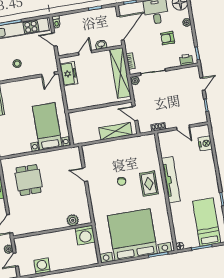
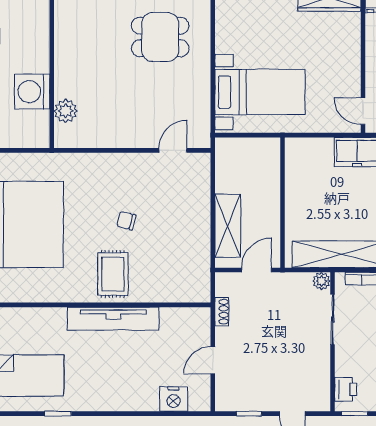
door: (85, 175) -> (173, 150), moved
rug: (149, 184) -> (113, 274), turned 90
washing machine: (85, 235) -> (32, 92), moved

